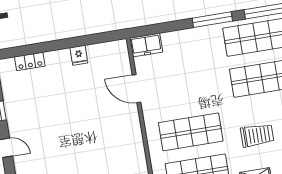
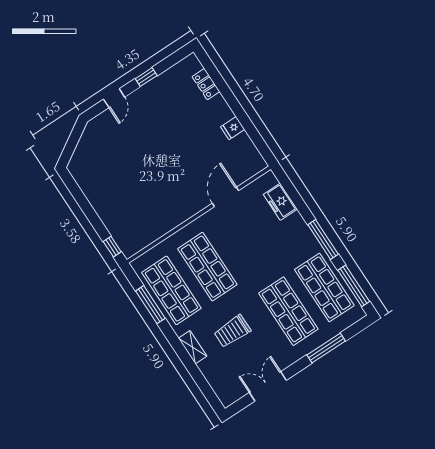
freezer: (146, 45) -> (280, 202), moved
trolley: (257, 135) -> (232, 331), turned 90

